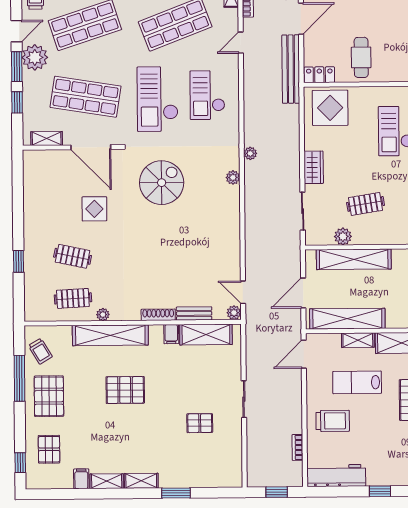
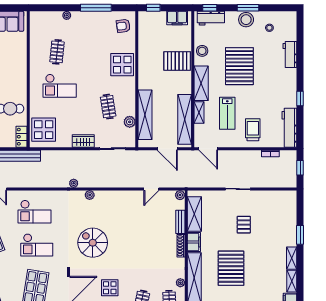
checkout: (158, 99) -> (37, 245), width x0.73, depth x0.83
door: (243, 292) -> (151, 189), moved
filing cabinet: (171, 334) -> (194, 242), width x2.00
pallet: (125, 390) -> (231, 268), width x1.37, depth x1.41
pallet: (200, 423) -> (244, 225), moved

